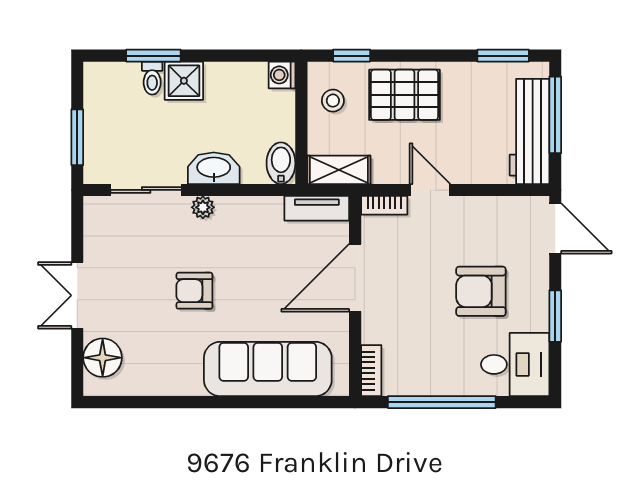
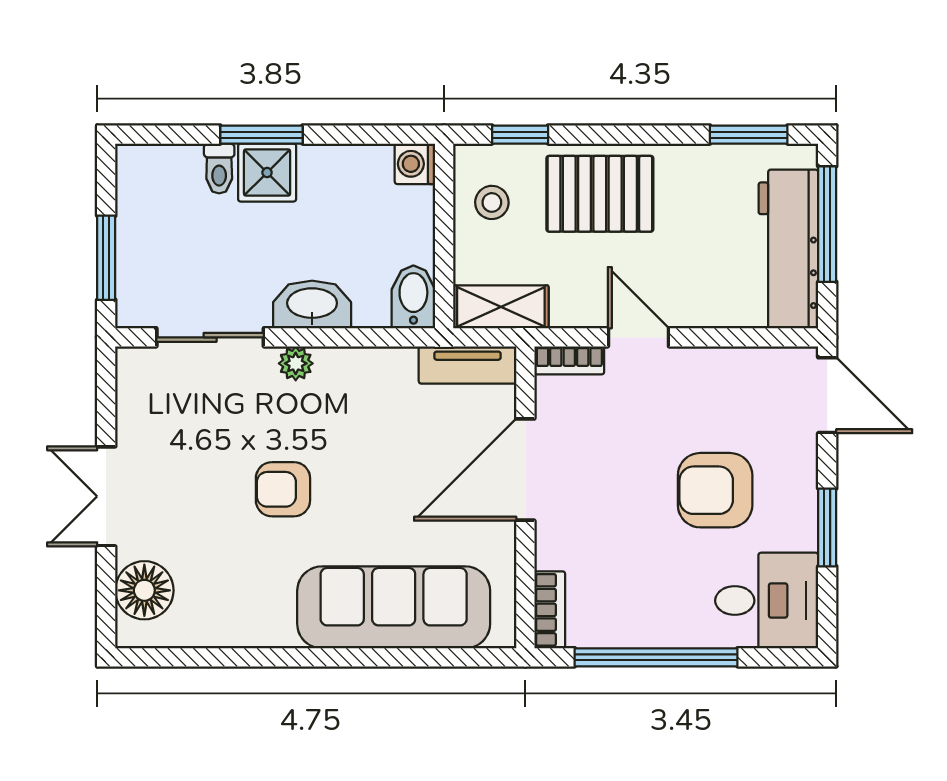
window: (153, 56) -> (261, 135), moved

